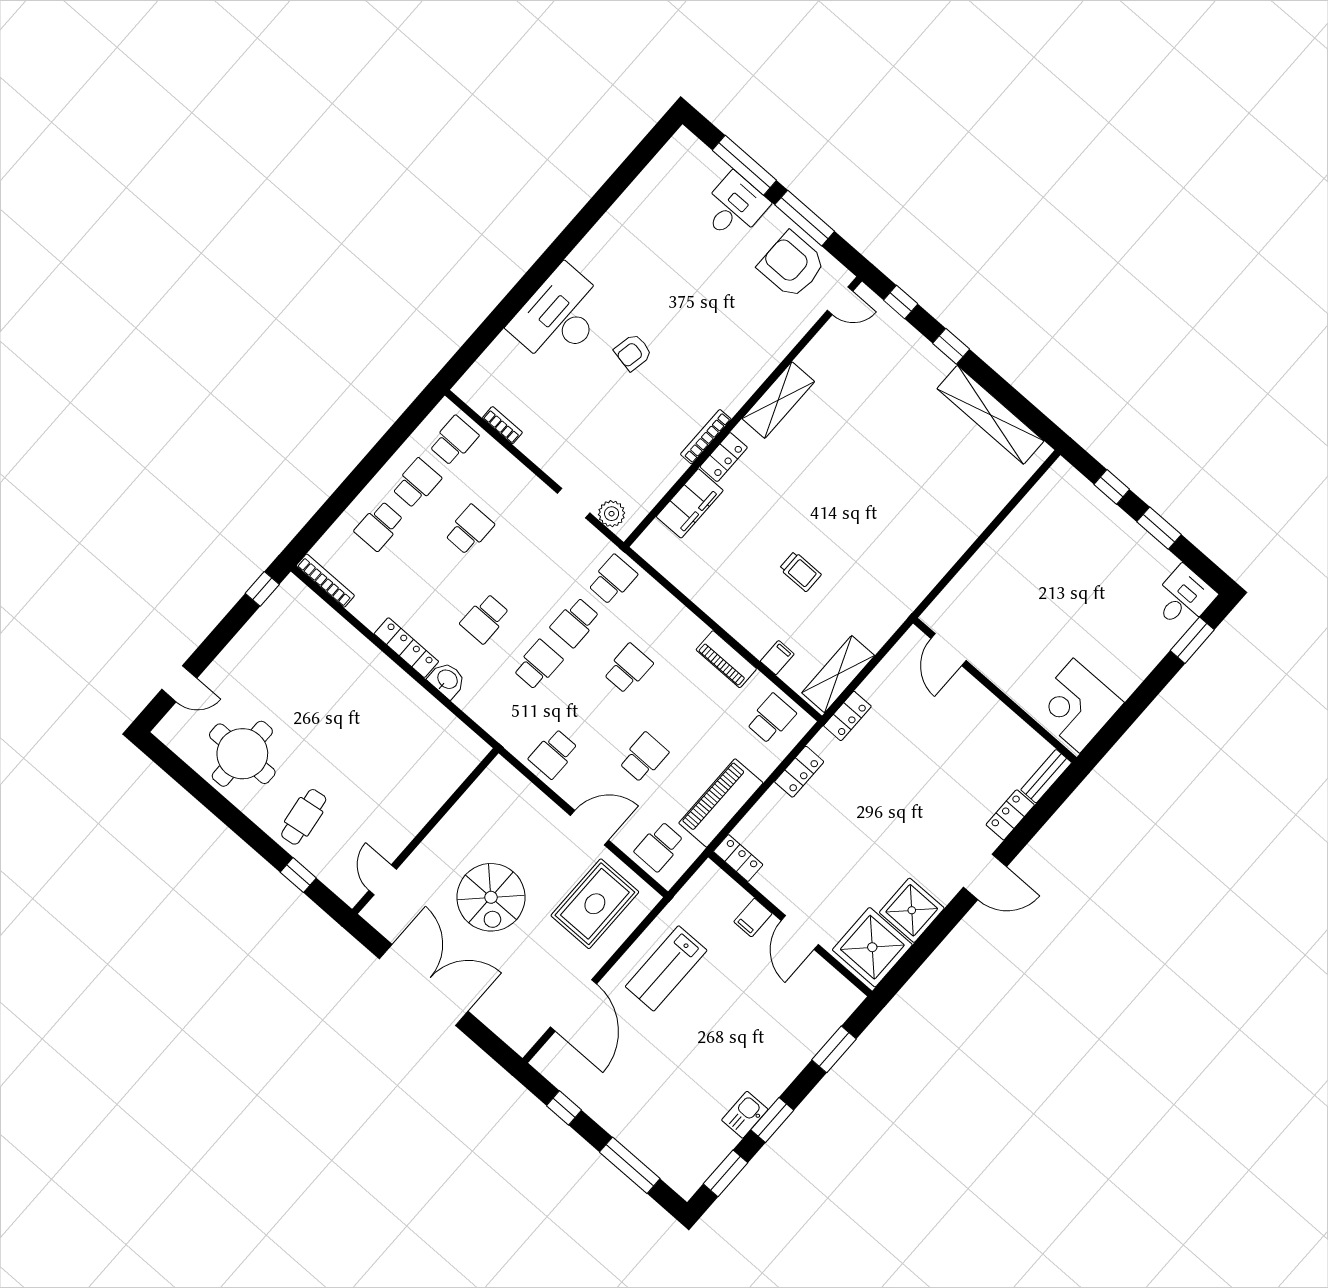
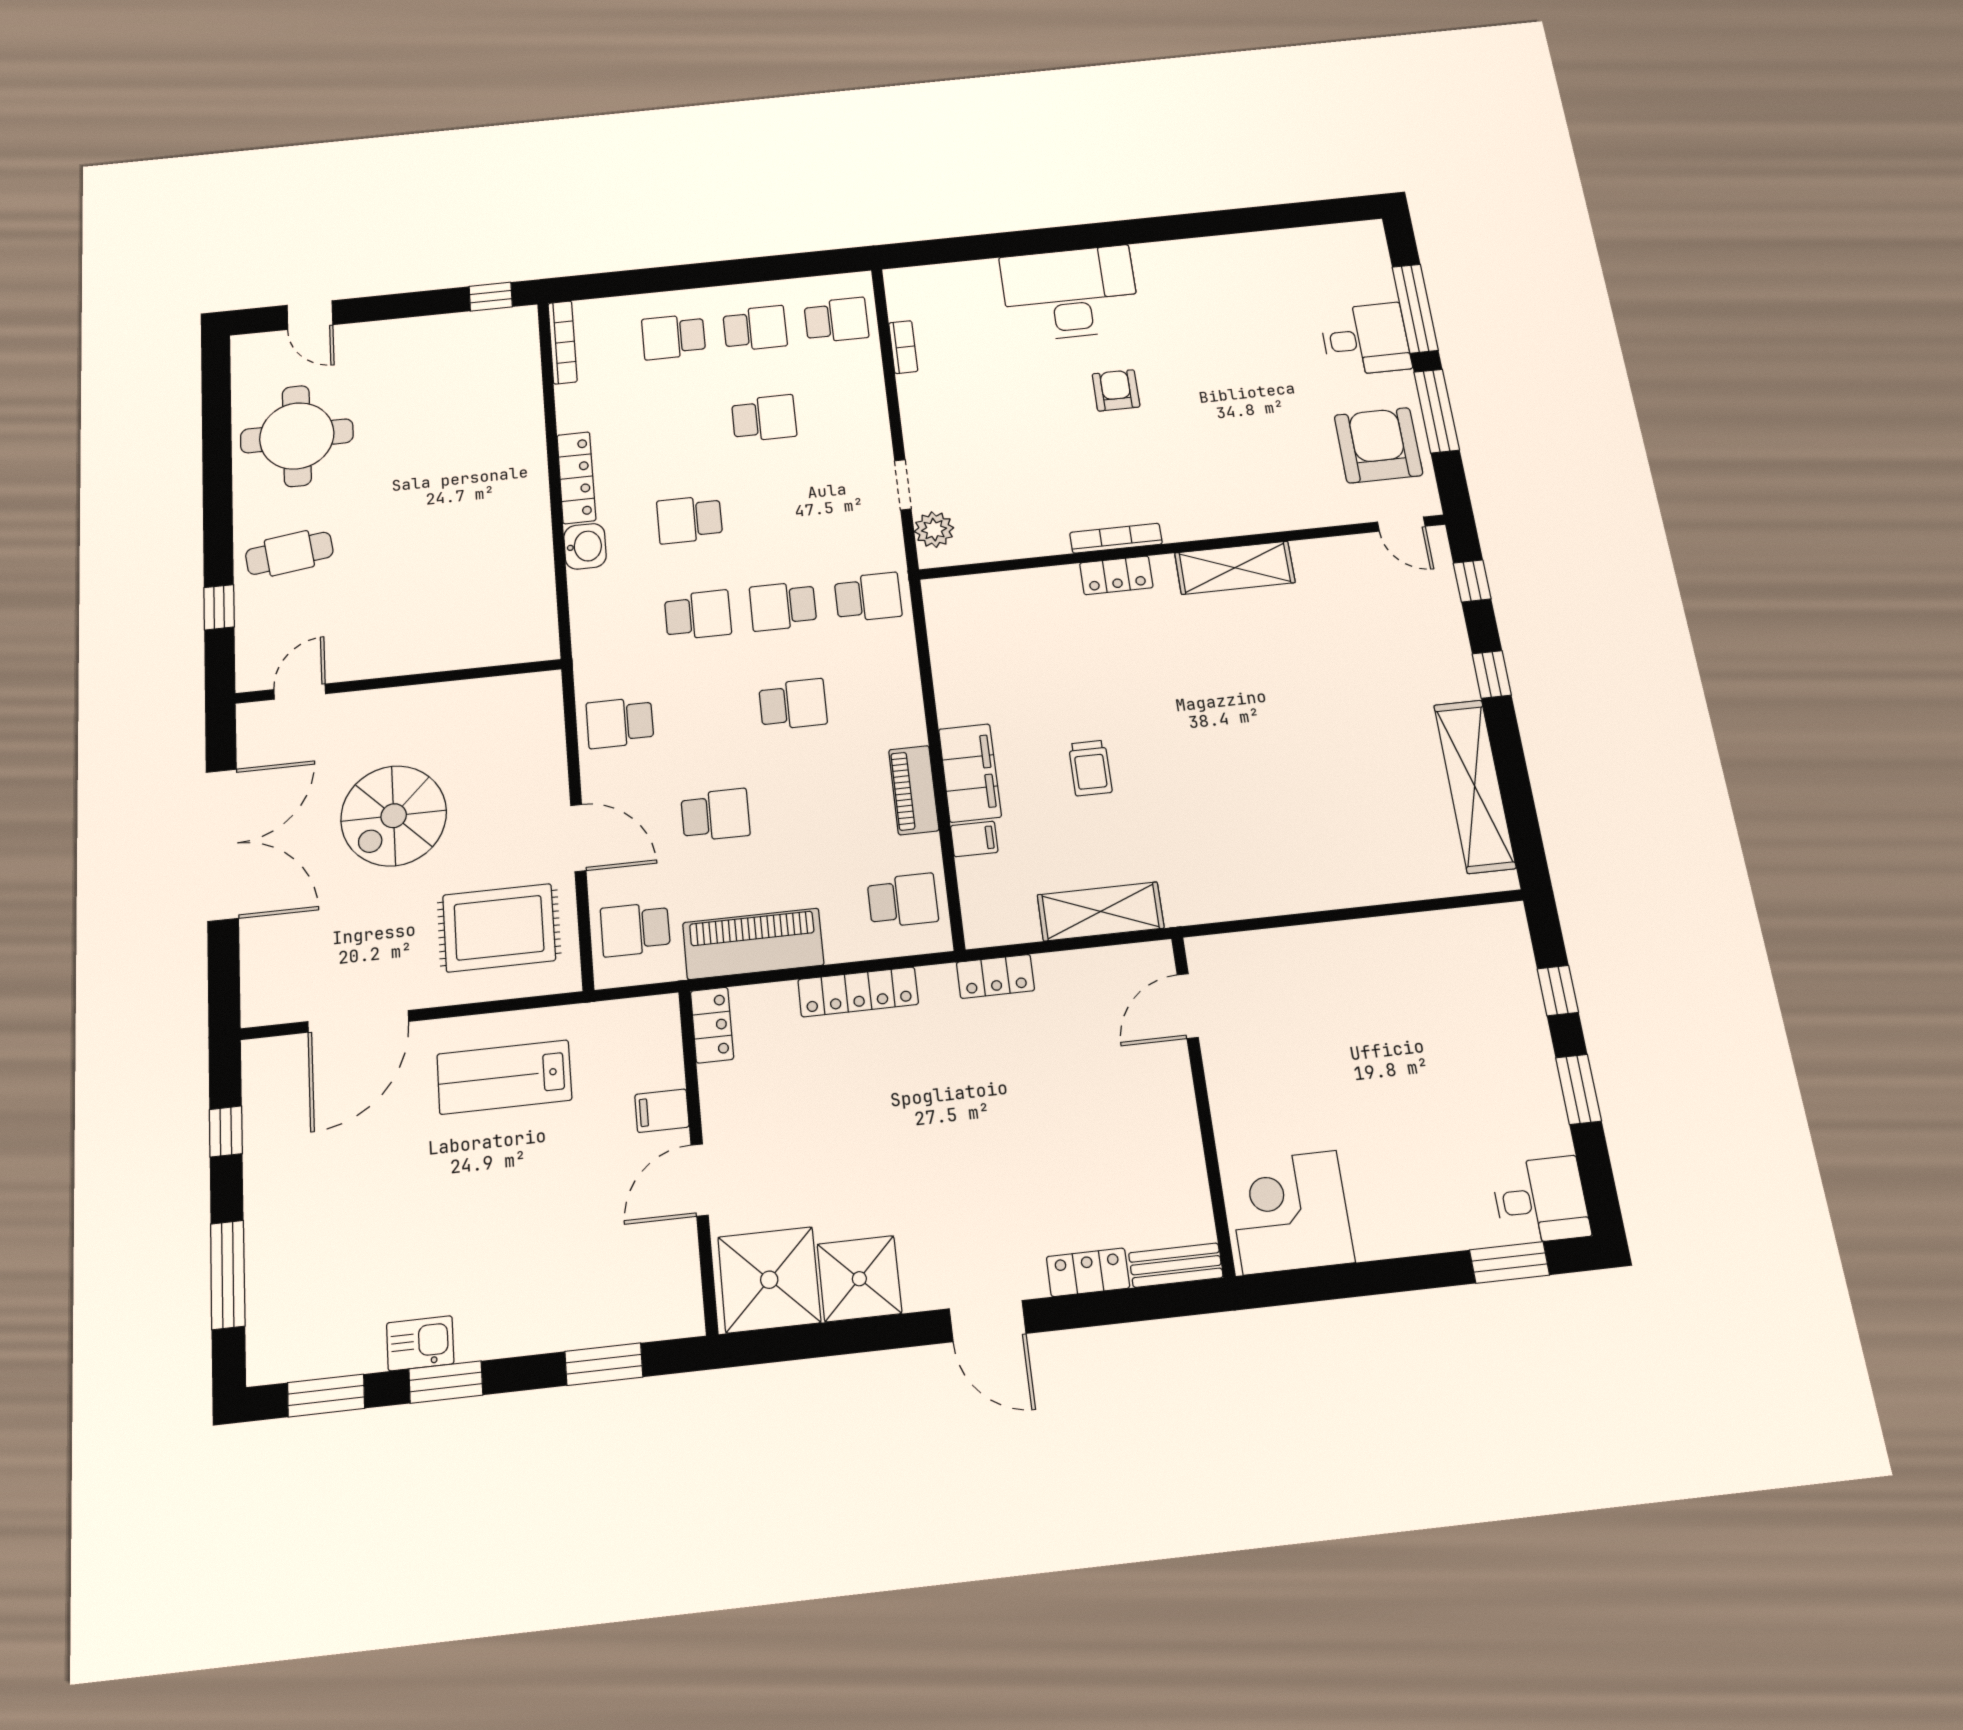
armchair: (633, 352) -> (1116, 390), turned 79
filing cabinet: (690, 503) -> (970, 773), moved, turned -90
shelving: (838, 674) -> (1101, 911), moved
locker: (799, 772) -> (858, 992), width x1.53

